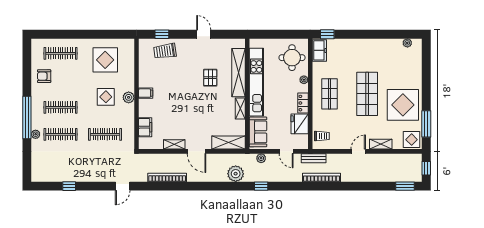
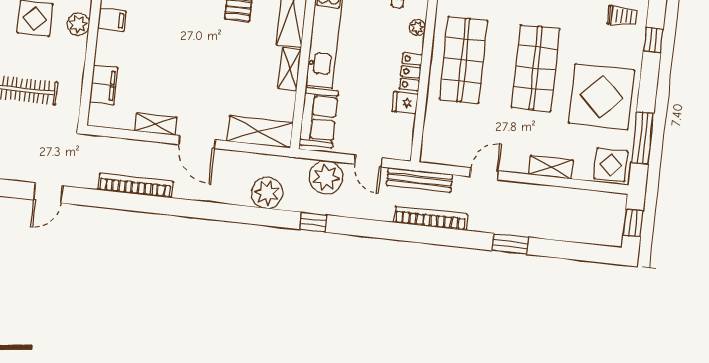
window: (426, 73) -> (653, 40), added
shop shelf: (329, 94) -> (463, 60), width x1.43, depth x1.36
fridge: (300, 124) -> (405, 103), width x0.53, depth x0.75
trolley: (322, 136) -> (622, 16), moved
door: (358, 151) -> (484, 174), moved
plant: (261, 158) -> (326, 177), width x1.87, depth x1.87
bench: (314, 158) -> (420, 180), width x1.36
window: (405, 186) -> (510, 244), moved

